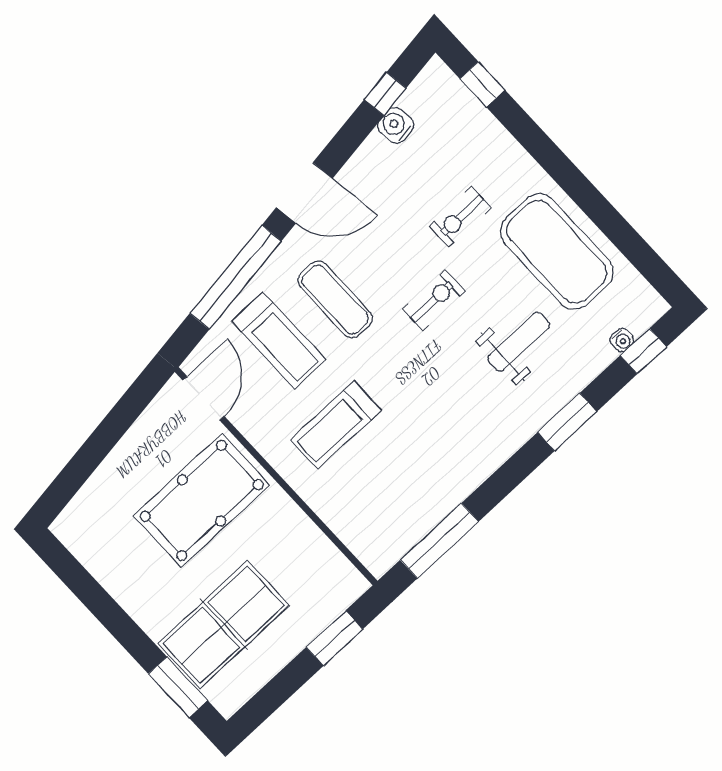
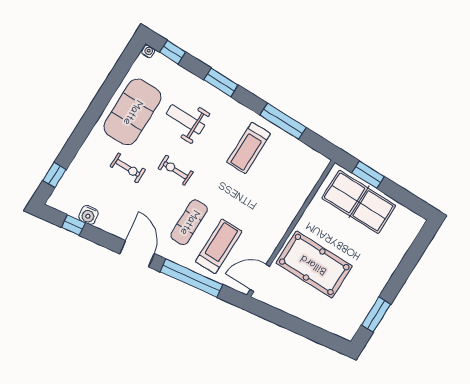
water cooler: (622, 340) -> (148, 51), moved
treadmill: (336, 425) -> (249, 148), moved, turned 90
window: (439, 541) -> (283, 121), moved
table tennis table: (224, 624) -> (359, 202), moved
window: (178, 687) -> (376, 315), moved

